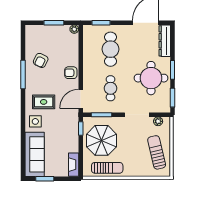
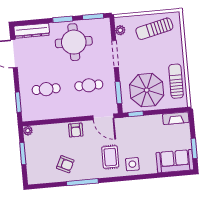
cafe table: (110, 49) -> (46, 89), width x0.73, depth x0.74
sofa: (35, 154) -> (175, 161), width x0.73

